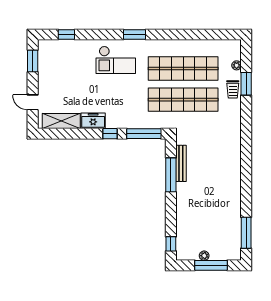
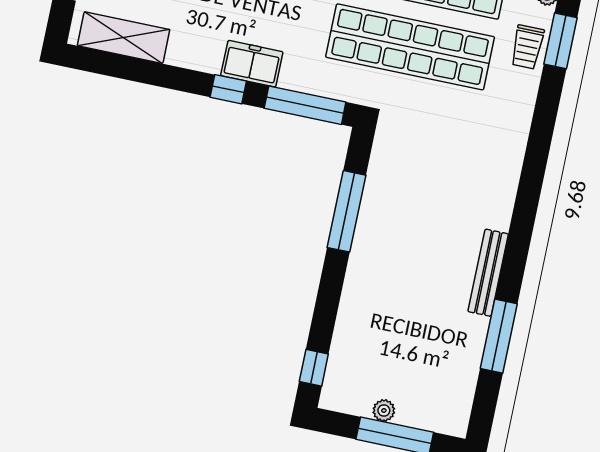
freezer: (93, 121) -> (252, 64), moved
bench: (181, 163) -> (488, 273), moved
window: (246, 233) -> (499, 336), moved

